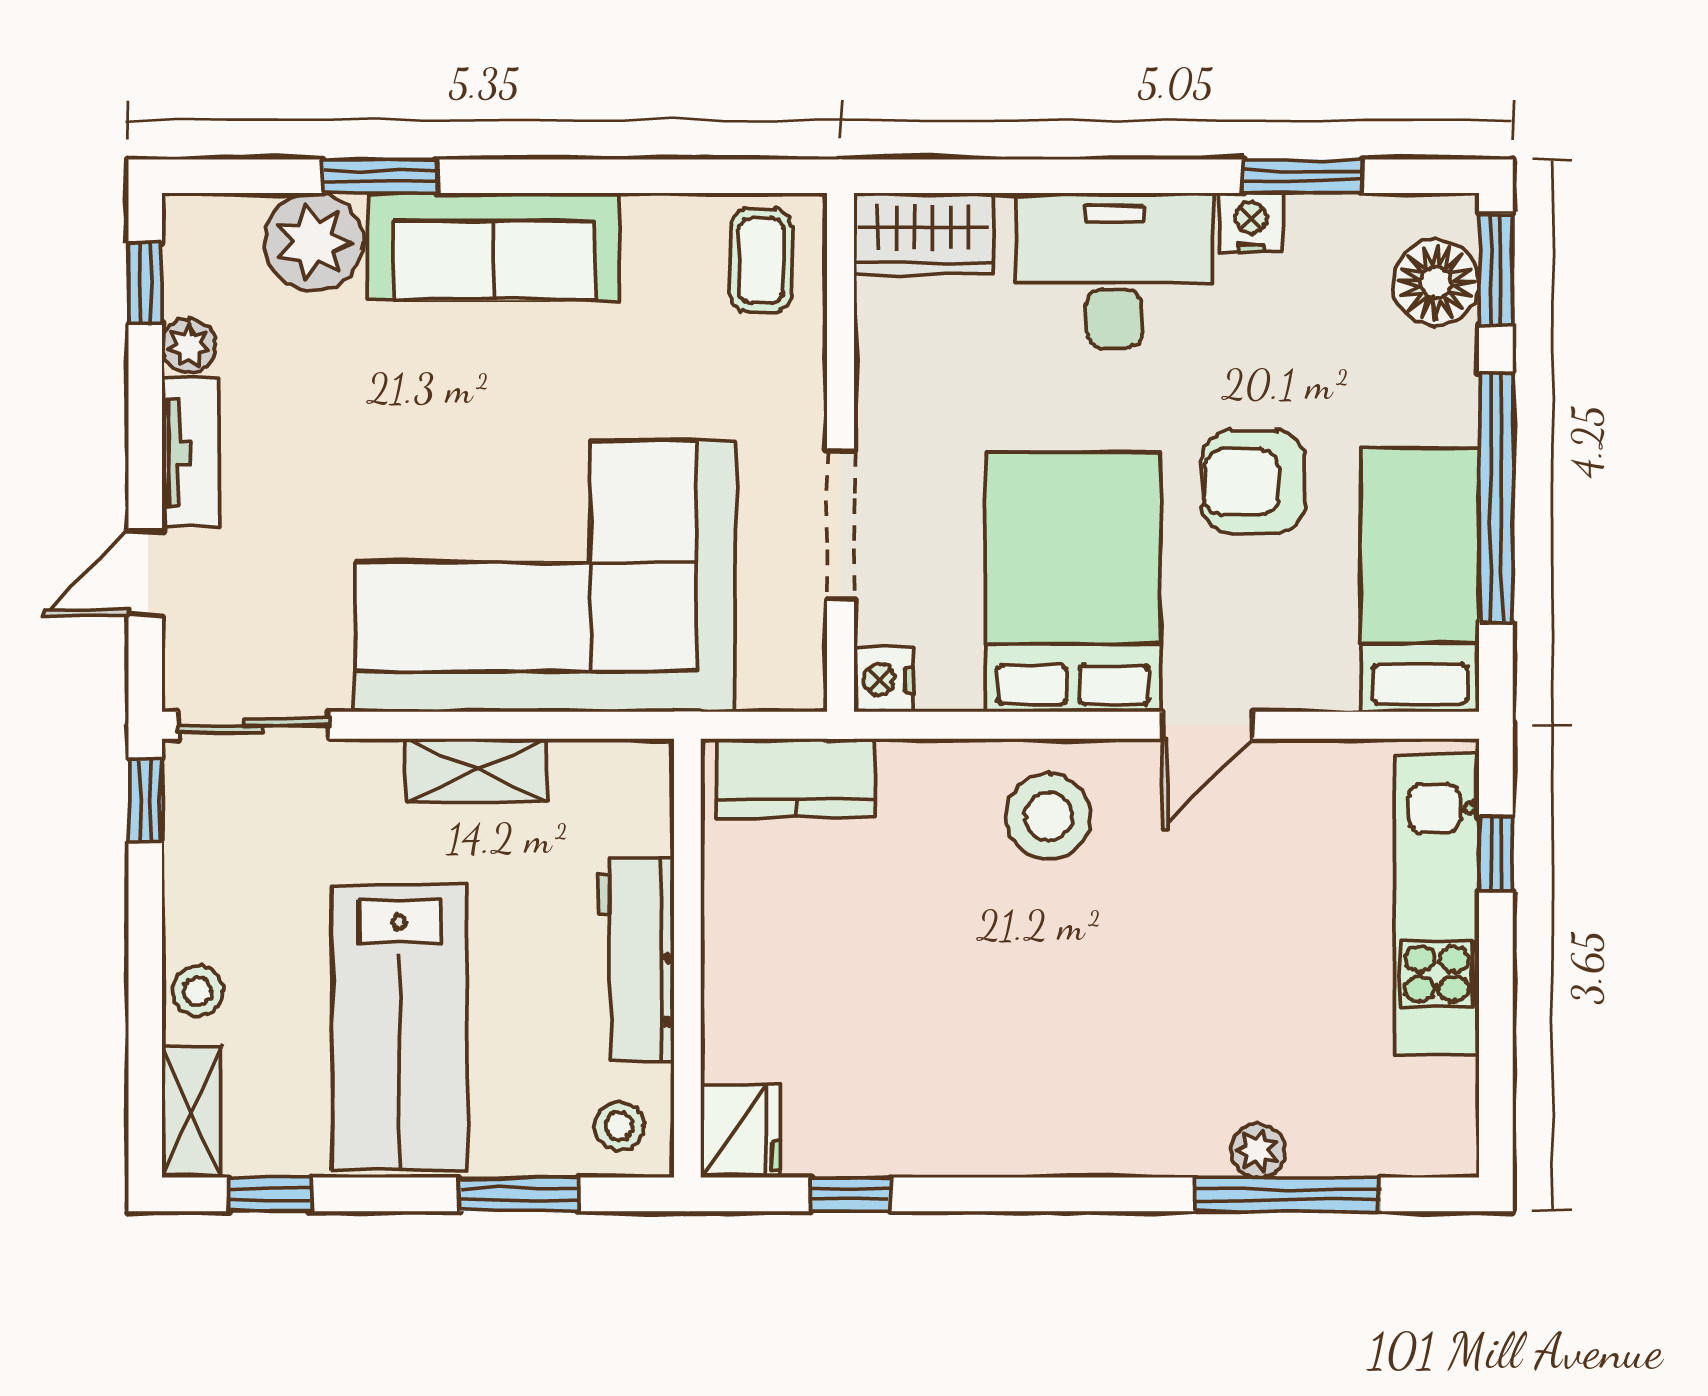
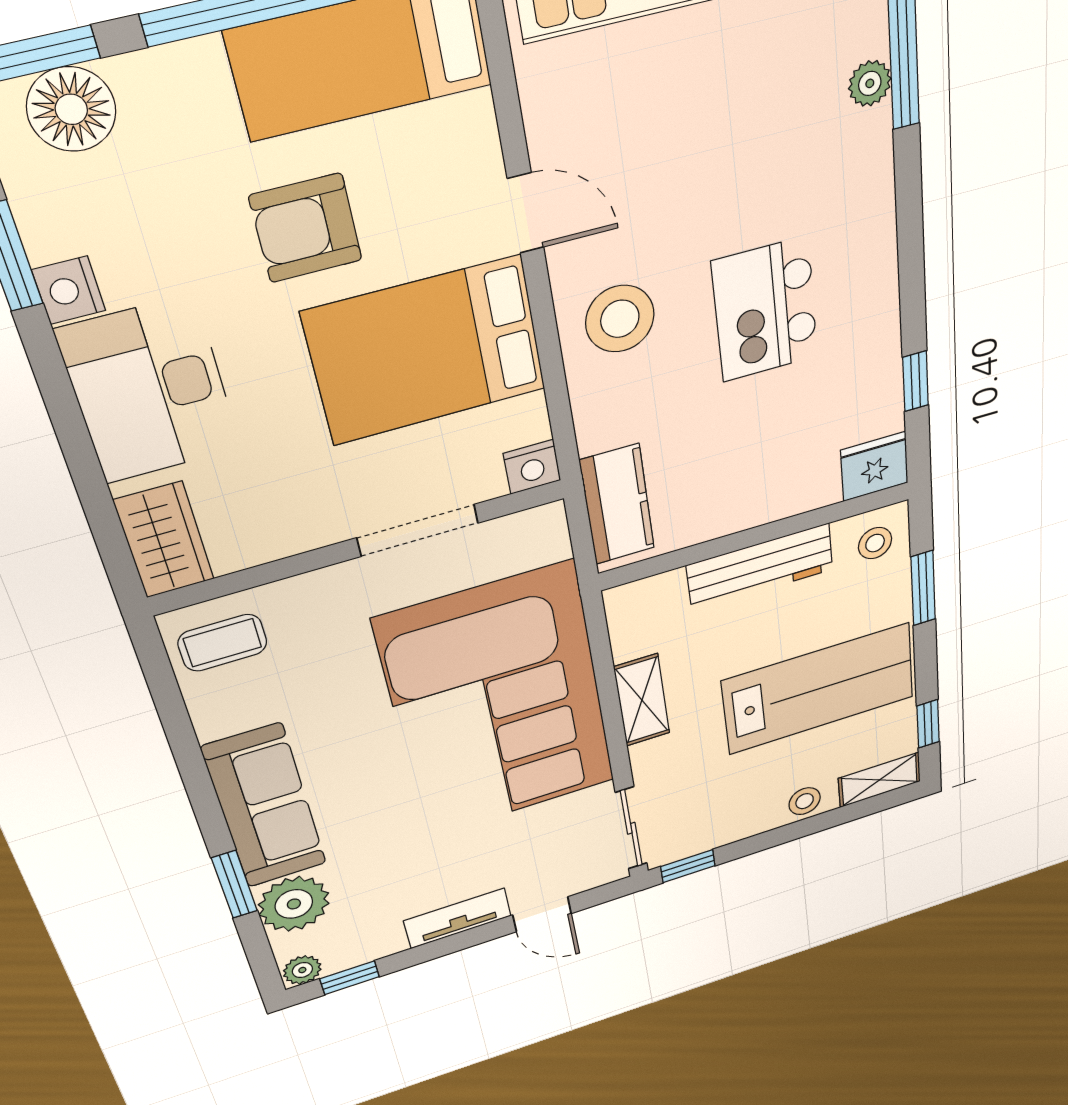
plant: (189, 346) -> (302, 970), moved
armchair: (1254, 482) -> (306, 228), turned 90
kitchen island: (1009, 999) -> (765, 310), added

